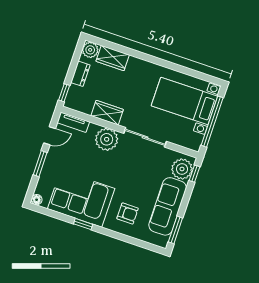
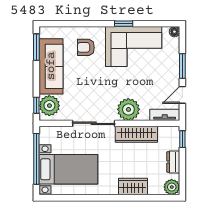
wardrobe: (113, 58) -> (133, 187), moved
wardrobe: (107, 113) -> (136, 134), width x1.50

